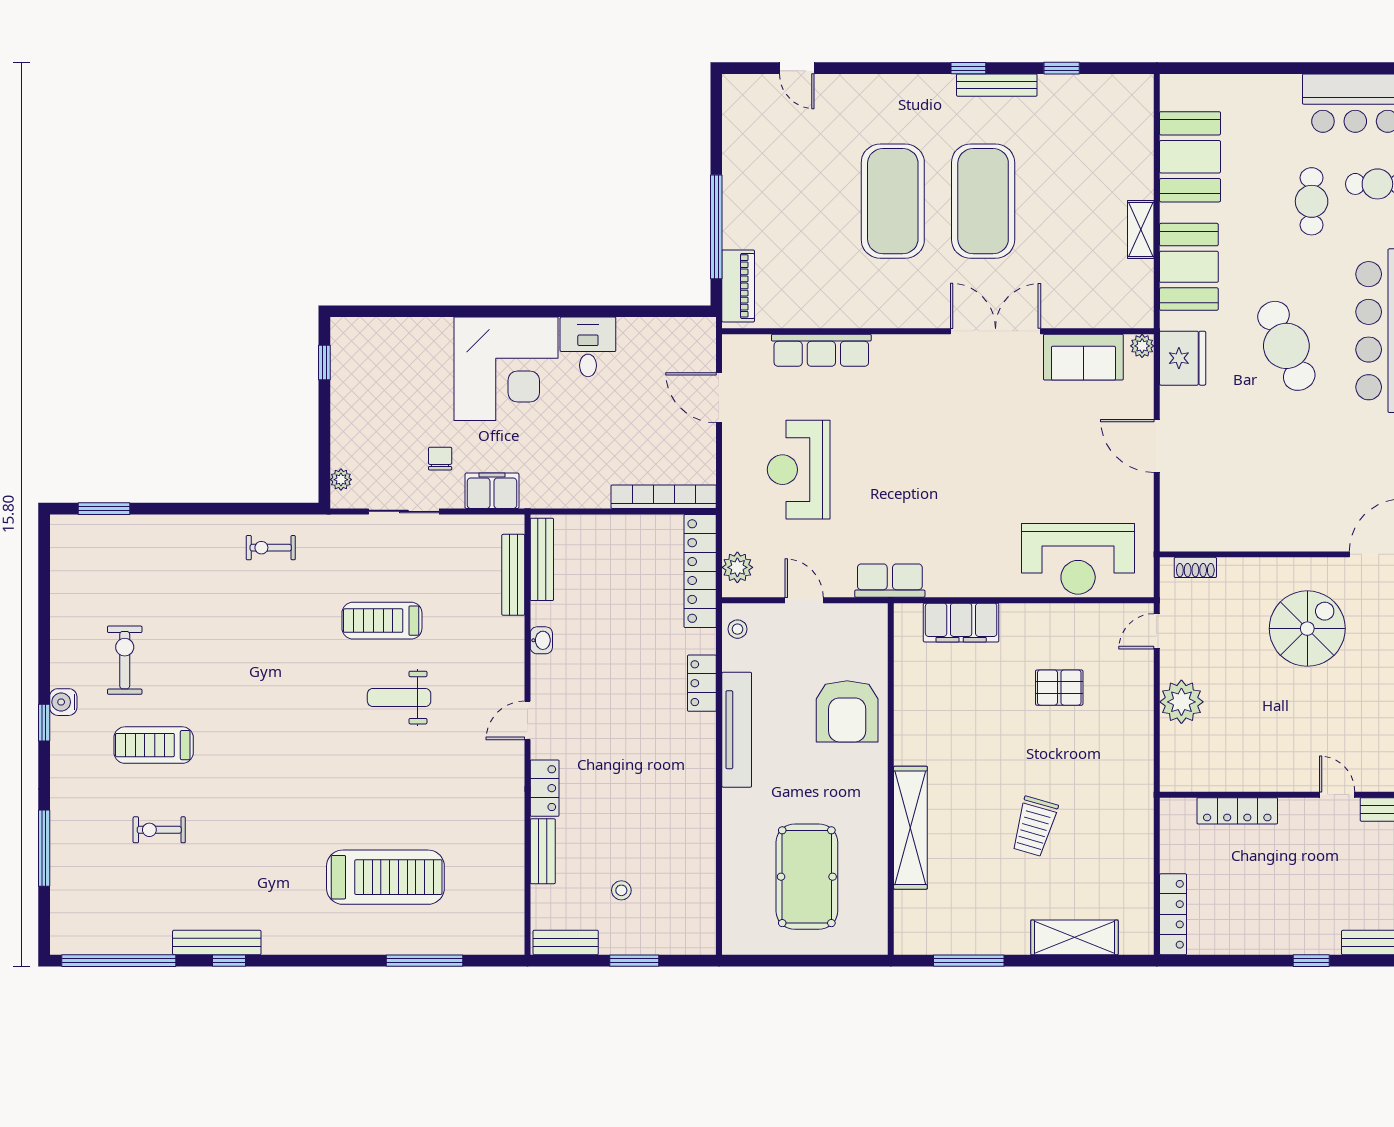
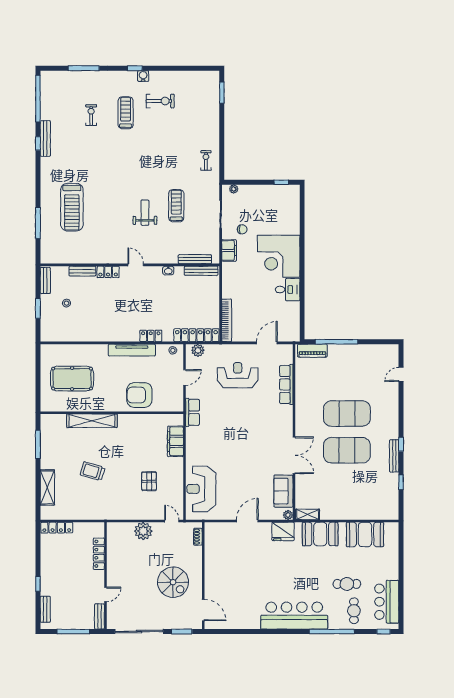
shelving: (1141, 230) -> (308, 514), moved
cafe table: (1286, 346) -> (288, 574), removed

